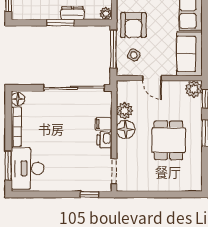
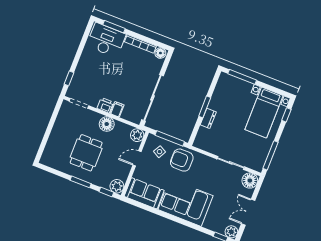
plant: (106, 14) -> (198, 143), removed
plant: (125, 111) -> (137, 135), moved
dining table: (169, 140) -> (86, 153), turned 90

